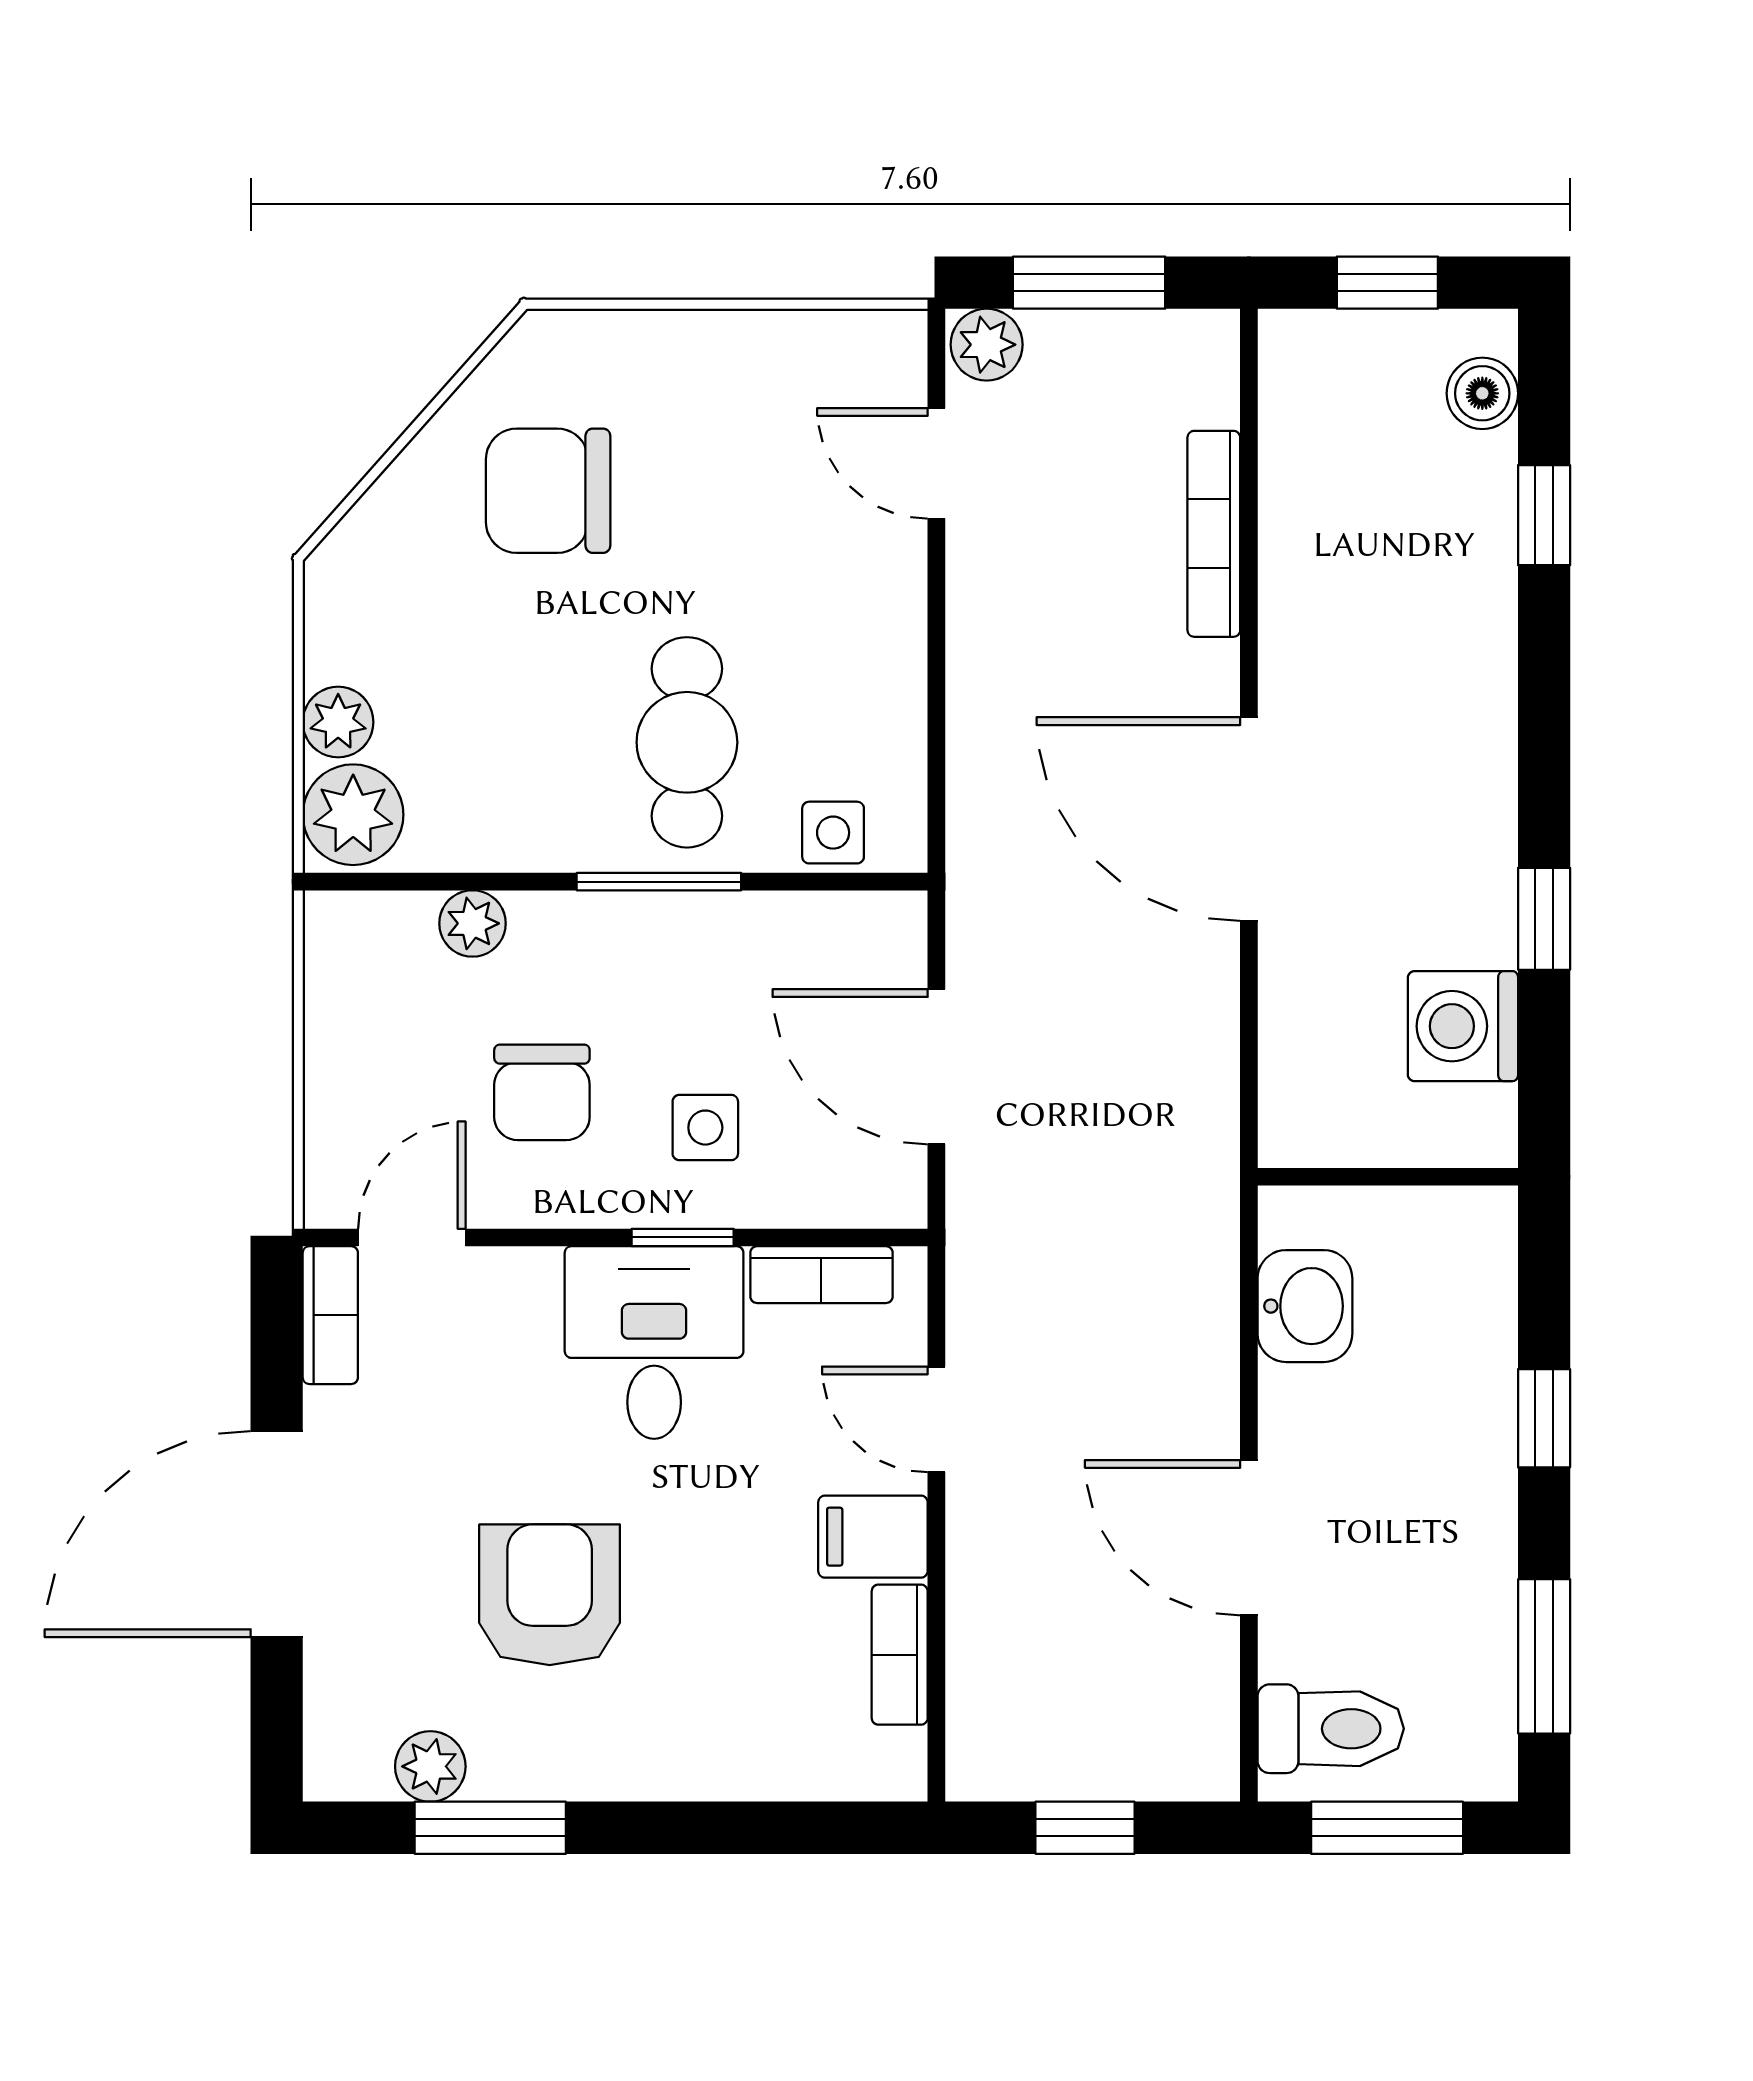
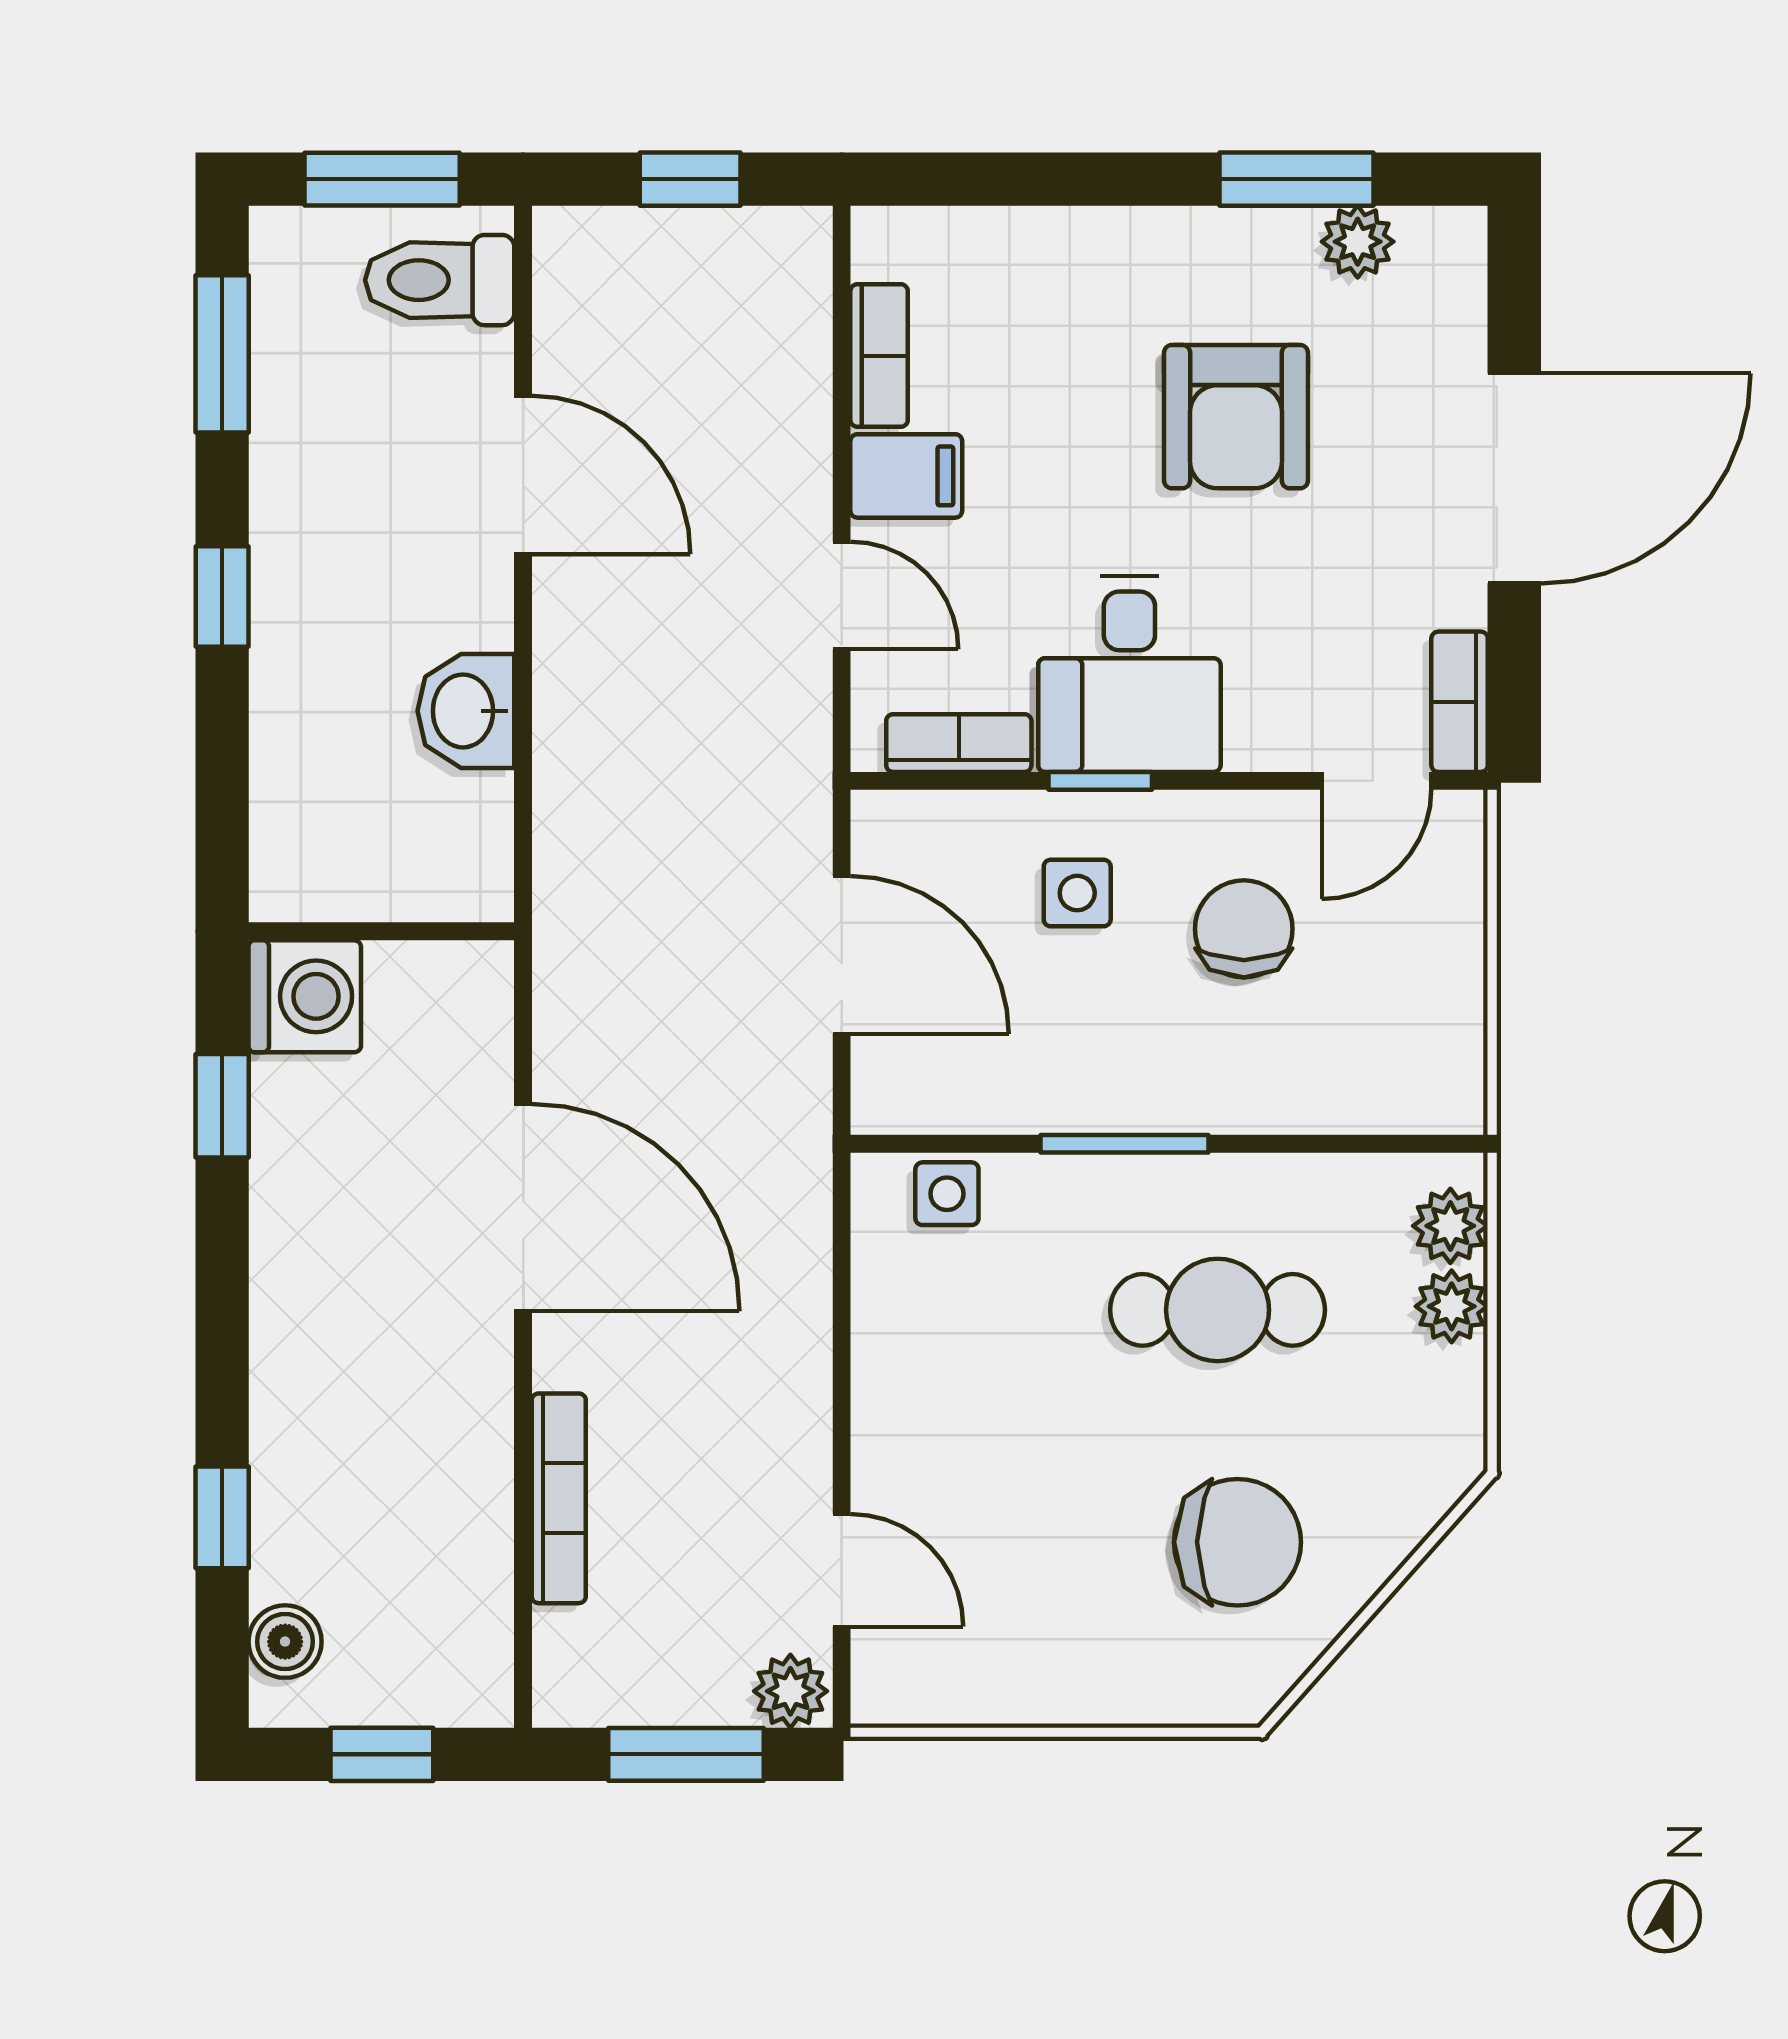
cafe table: (687, 742) -> (1218, 1310), moved, turned 90
plant: (353, 815) -> (1450, 1226), width x0.73, depth x0.73
plant: (472, 923) -> (1315, 1101), removed
wall: (1388, 1177) -> (381, 931), moved

